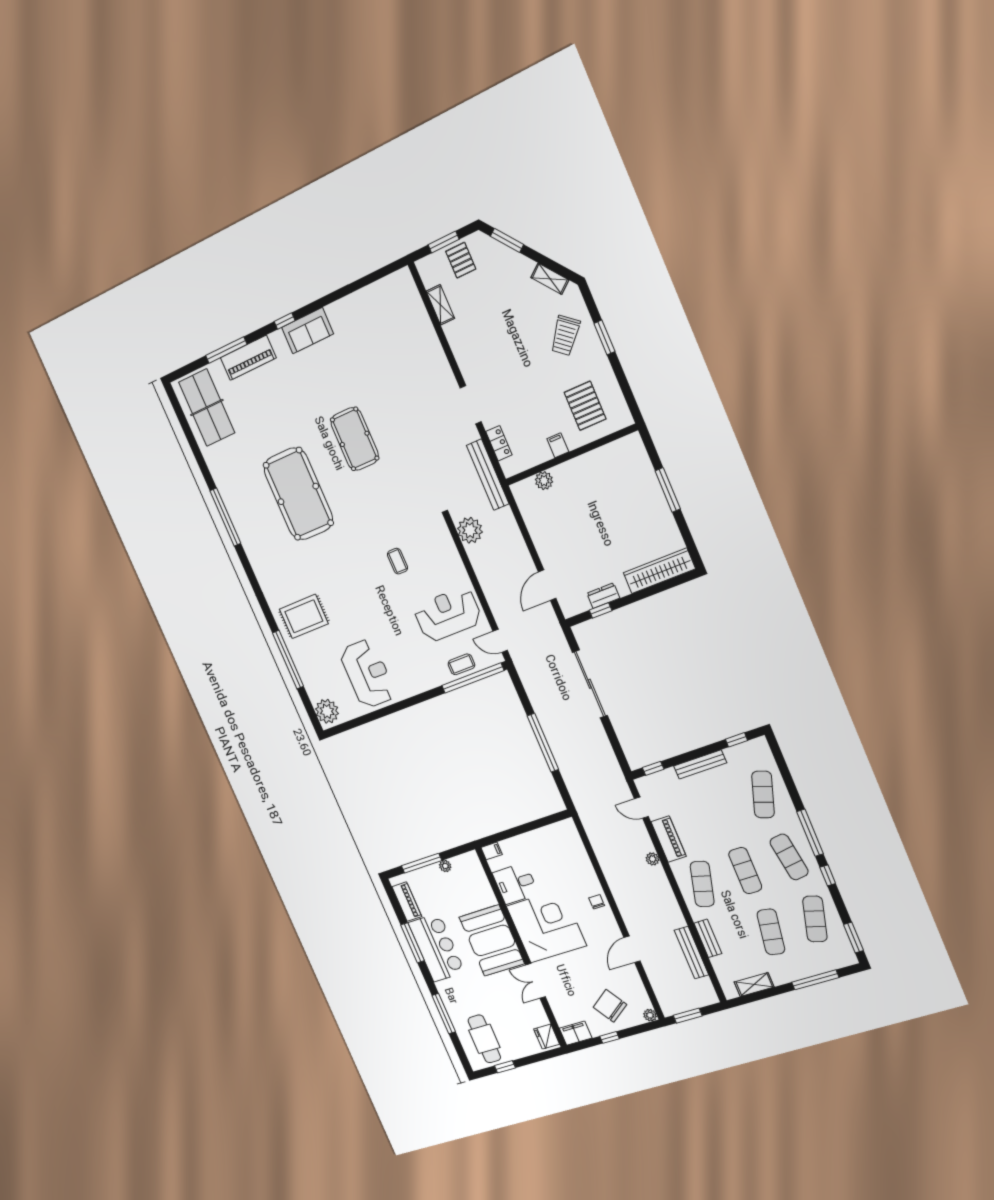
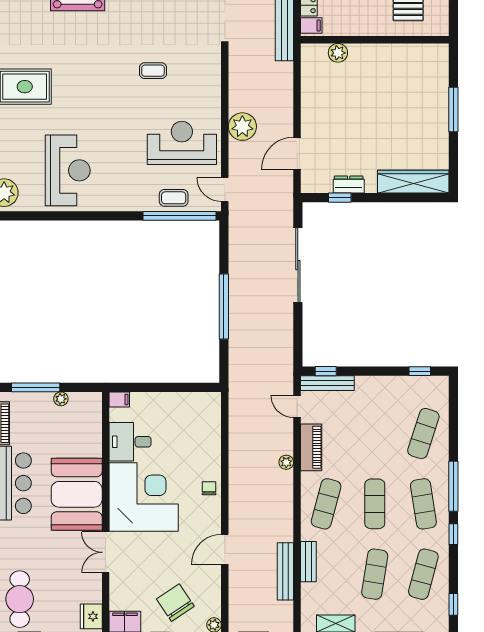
filing cabinet: (558, 445) -> (311, 25), moved, turned 90
plant: (470, 530) -> (242, 127), moved
coffee table: (397, 561) -> (153, 71), turned 90
bench: (700, 764) -> (327, 383), moved
window: (853, 938) -> (453, 604), width x0.67

